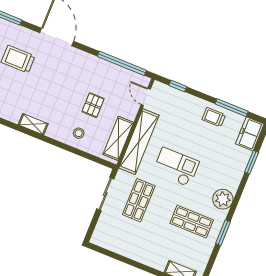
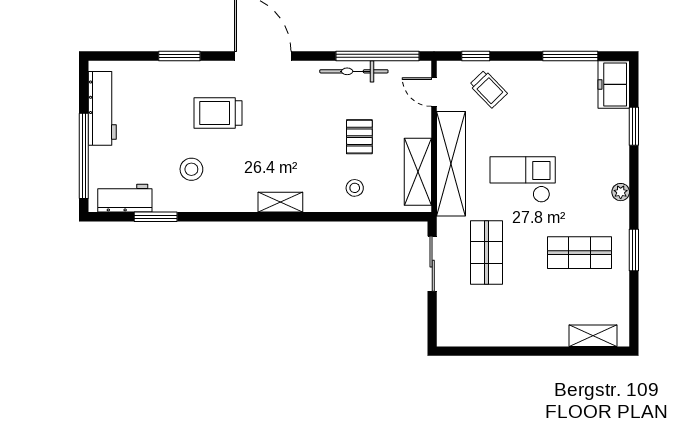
bicycle: (105, 67) -> (354, 71), added
trolley: (214, 117) -> (488, 89), moved, turned -134
plant: (223, 199) -> (621, 192), width x0.53, depth x0.53

